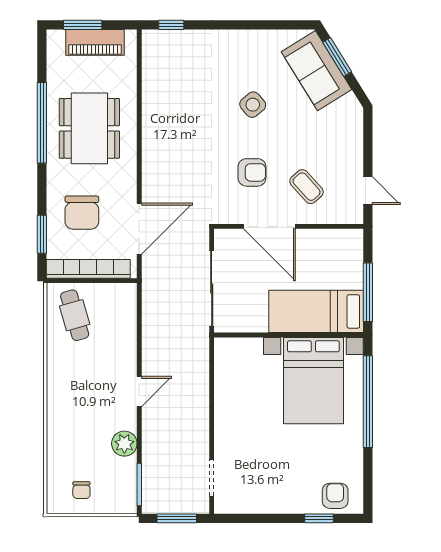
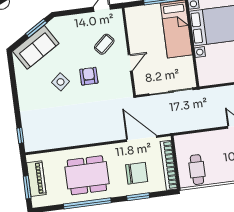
window: (337, 57) -> (36, 28), moved
armchair: (252, 172) -> (89, 76), moved
door: (269, 226) -> (130, 63), width x0.53
window: (42, 234) -> (138, 197), moved
cafe table: (75, 315) -> (197, 170), turned -74

